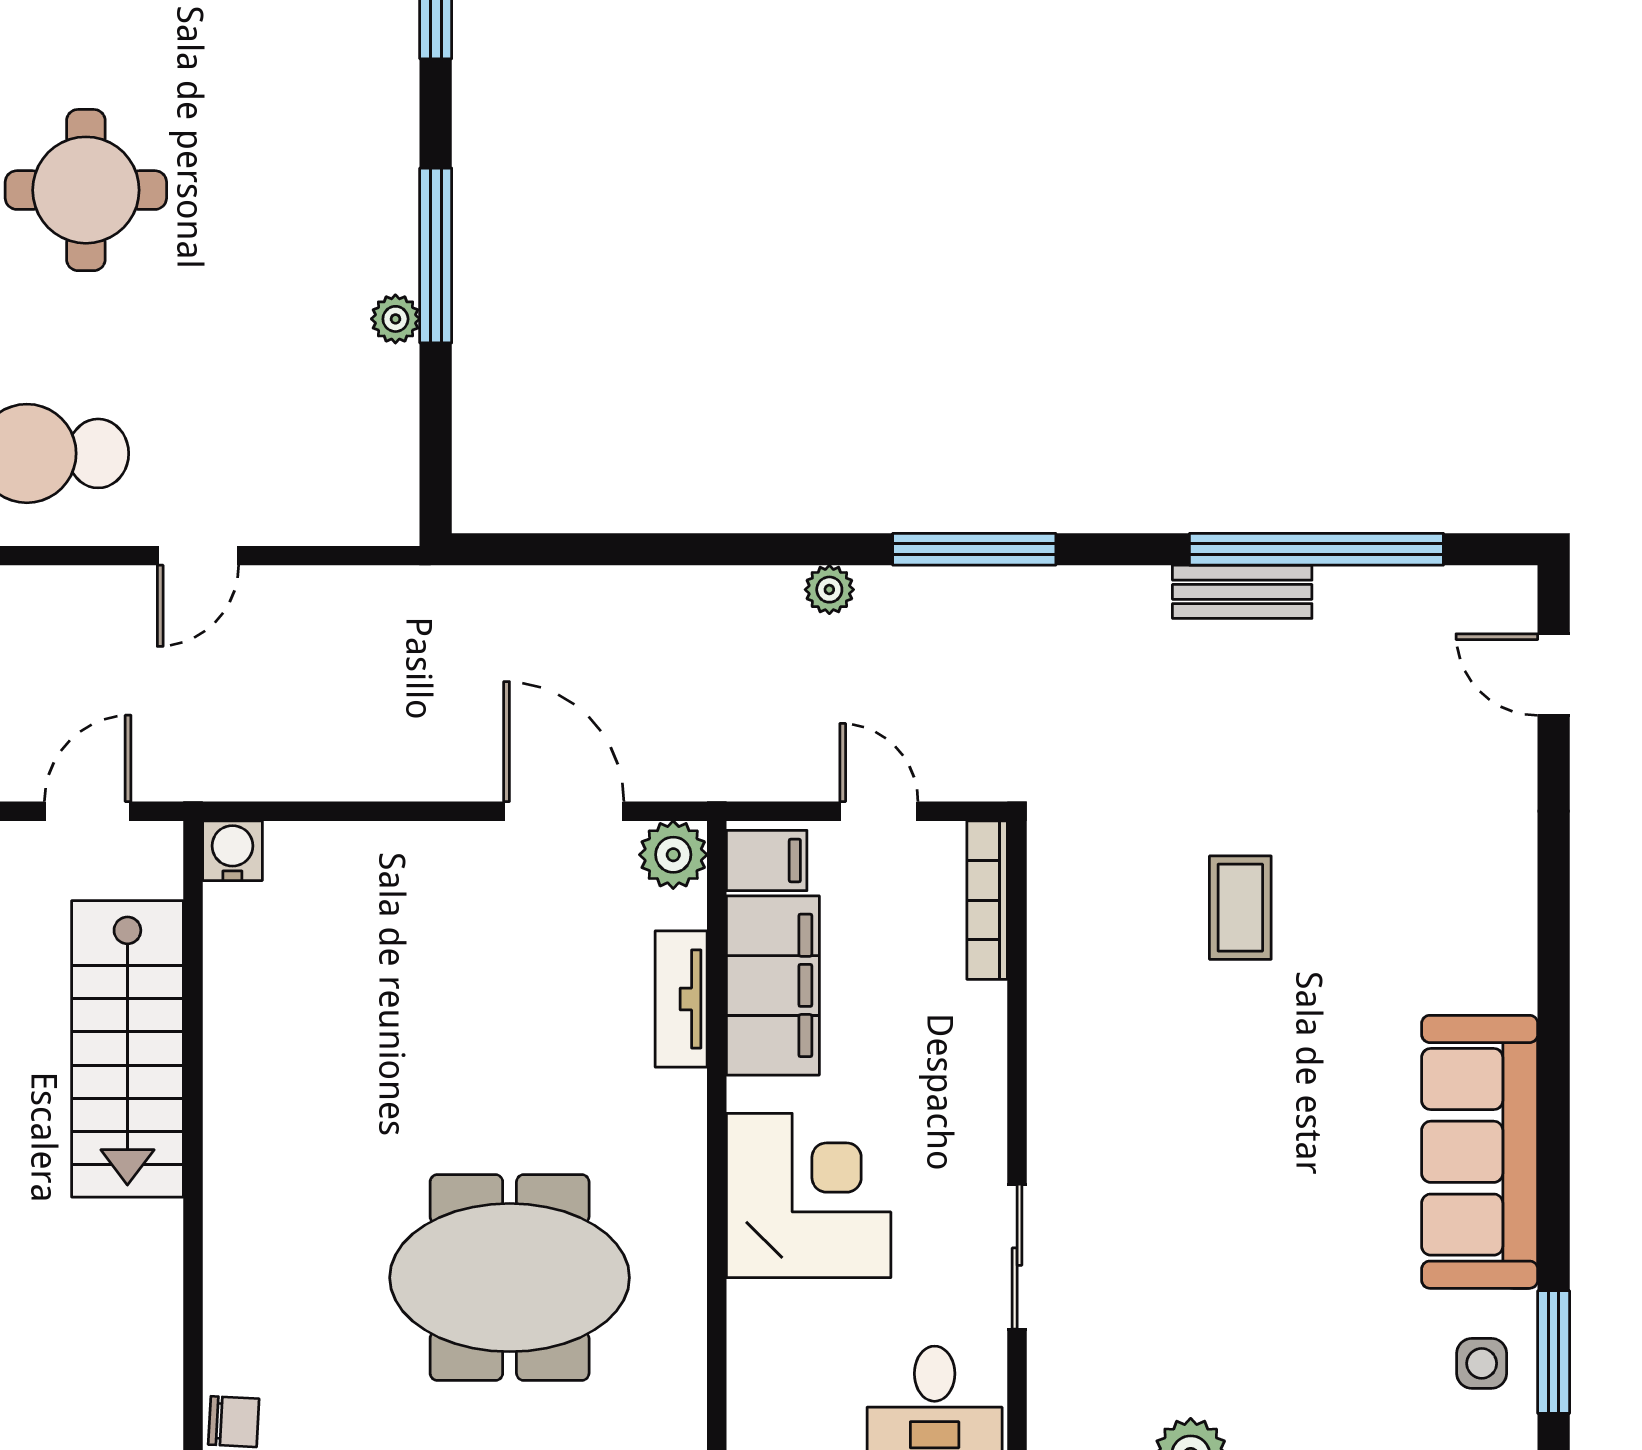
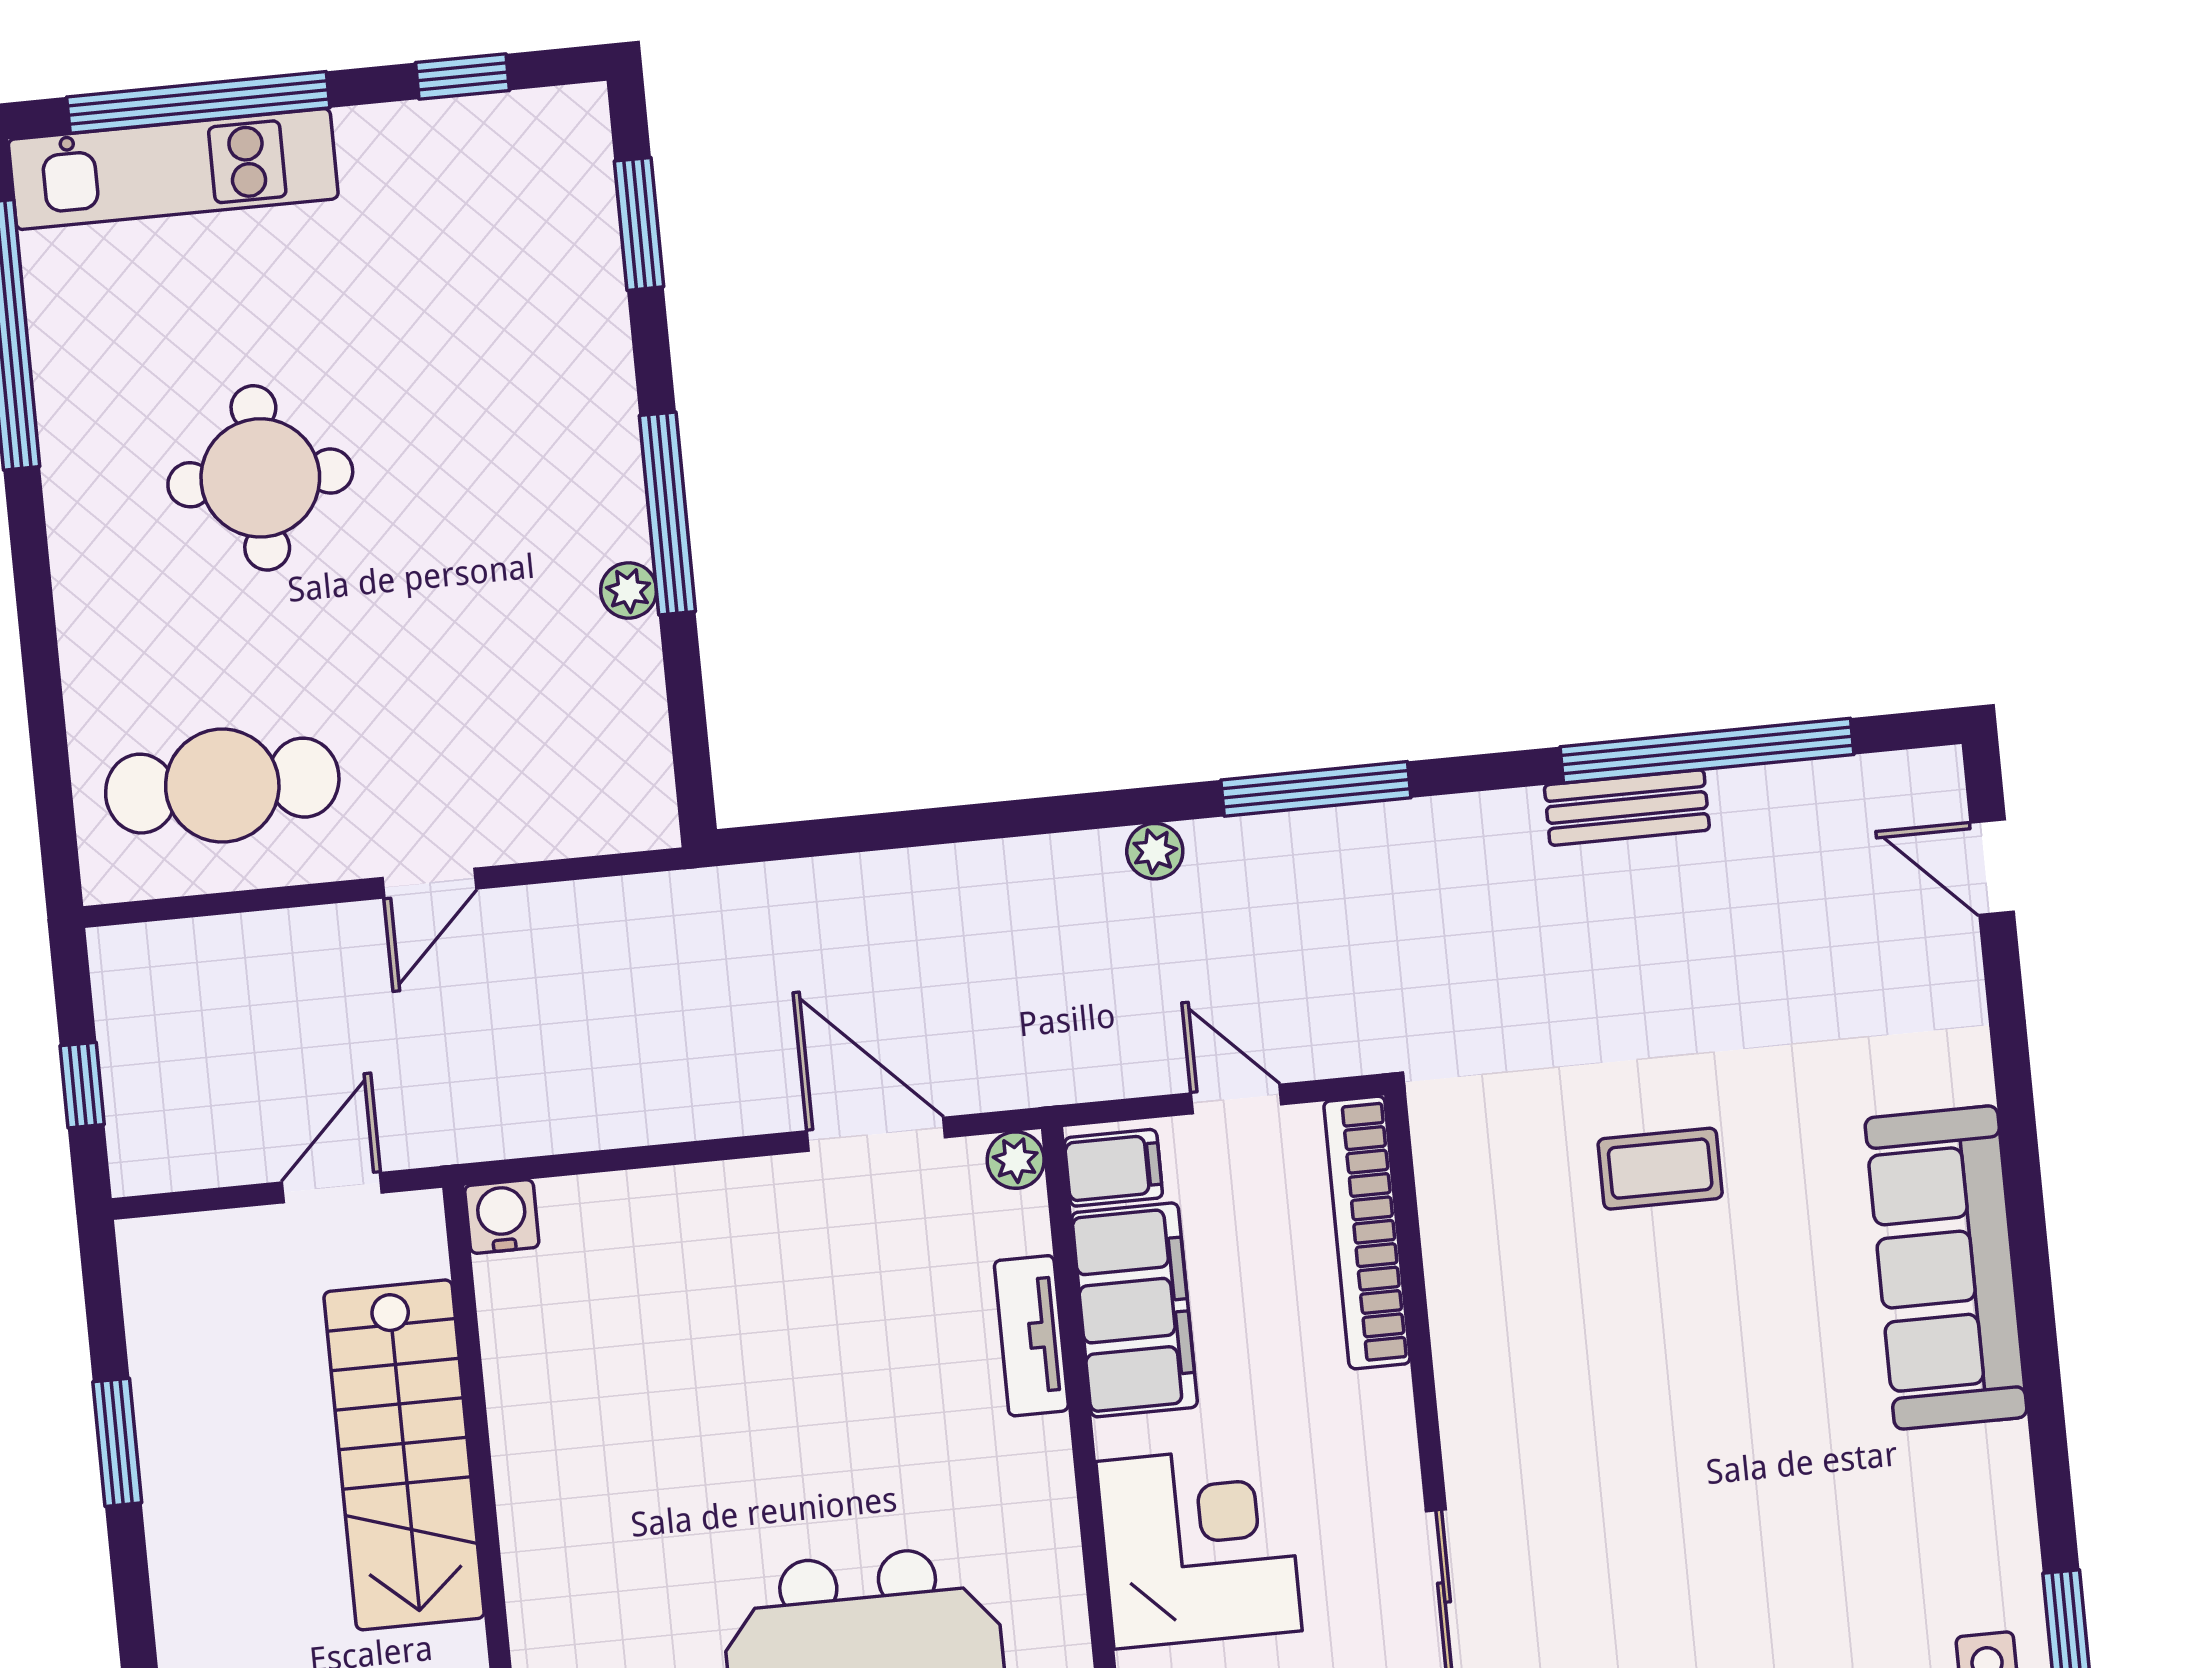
plant: (673, 855) -> (1016, 1160), width x0.73, depth x0.73
bookcase: (987, 900) -> (1367, 1233), width x1.48, depth x1.31
coffee table: (1240, 908) -> (1660, 1169), turned 90
sofa: (1480, 1152) -> (1946, 1268), moved

